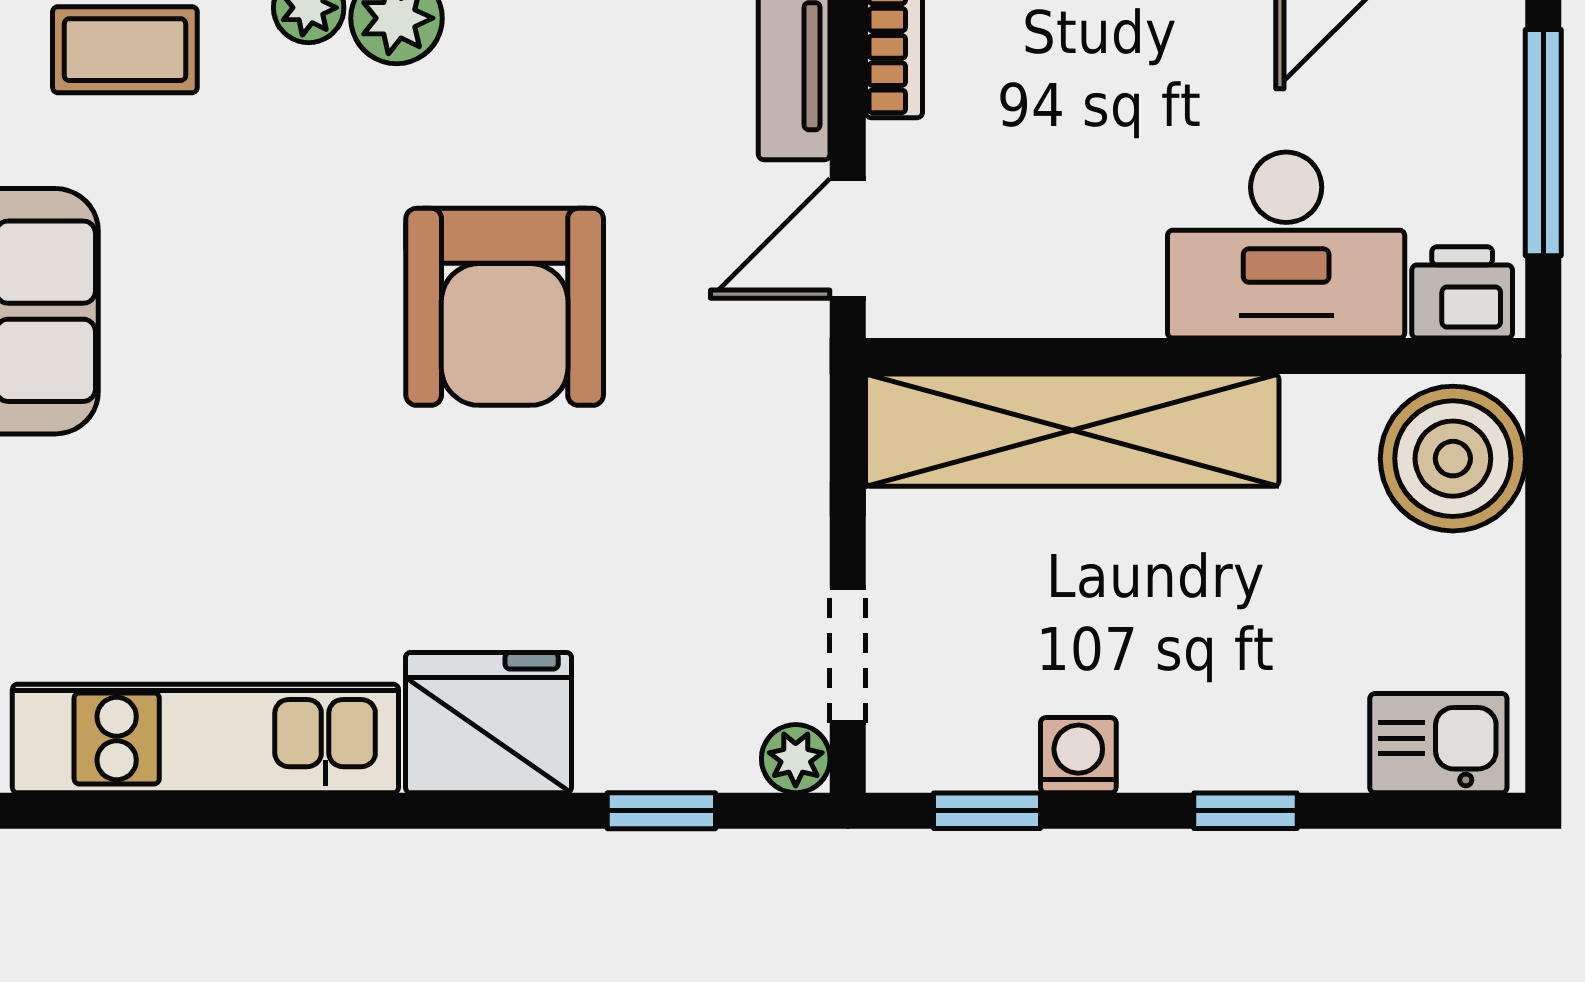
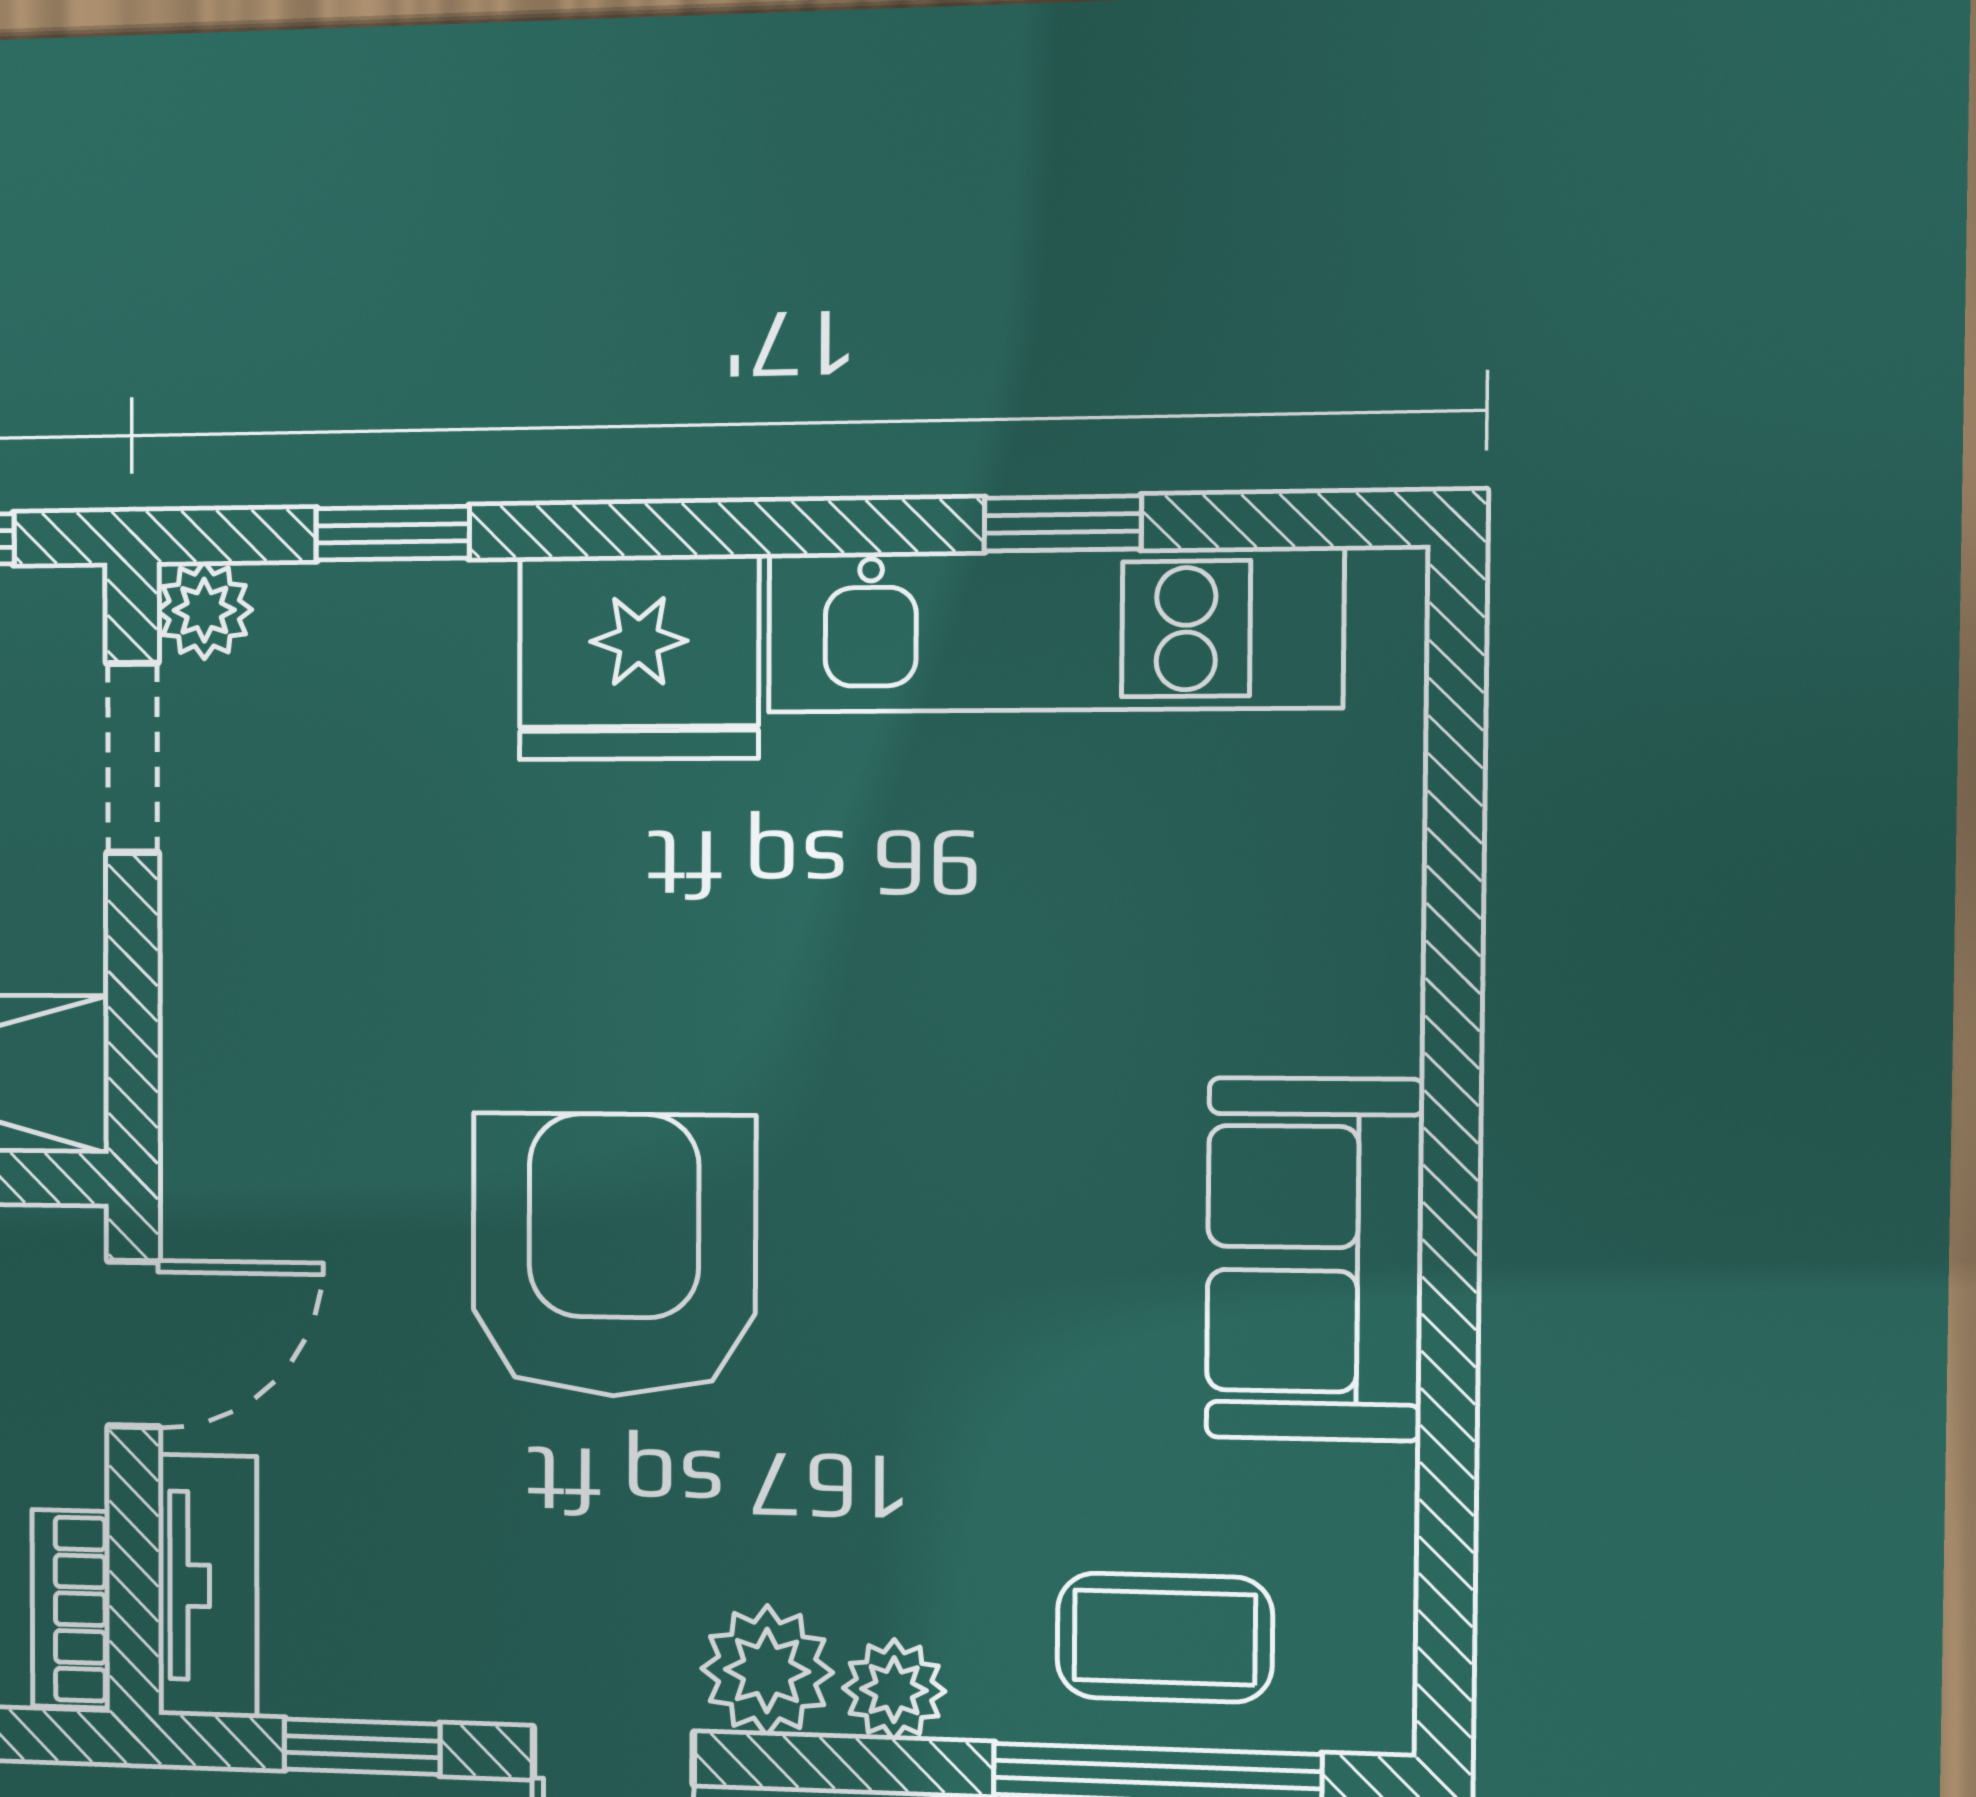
window: (200, 811) -> (1063, 523), added

